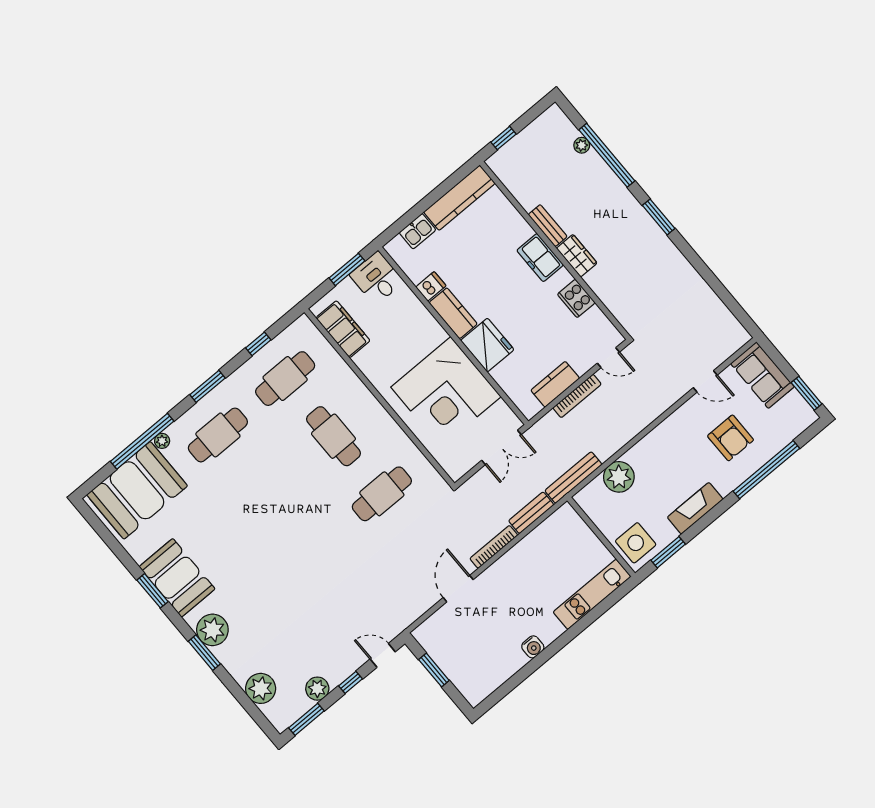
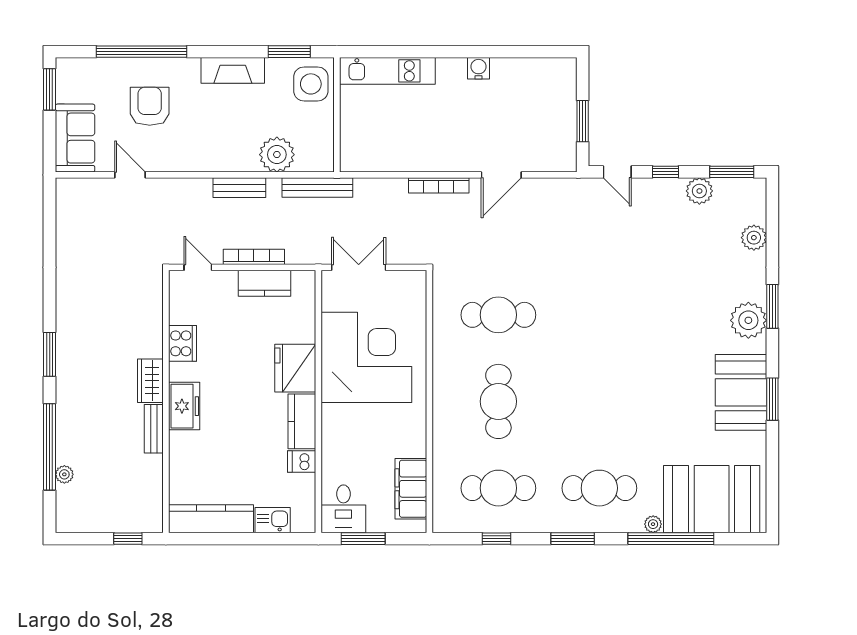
bench: (531, 513) -> (239, 188), moved
plant: (261, 688) -> (754, 238), width x0.73, depth x0.73

